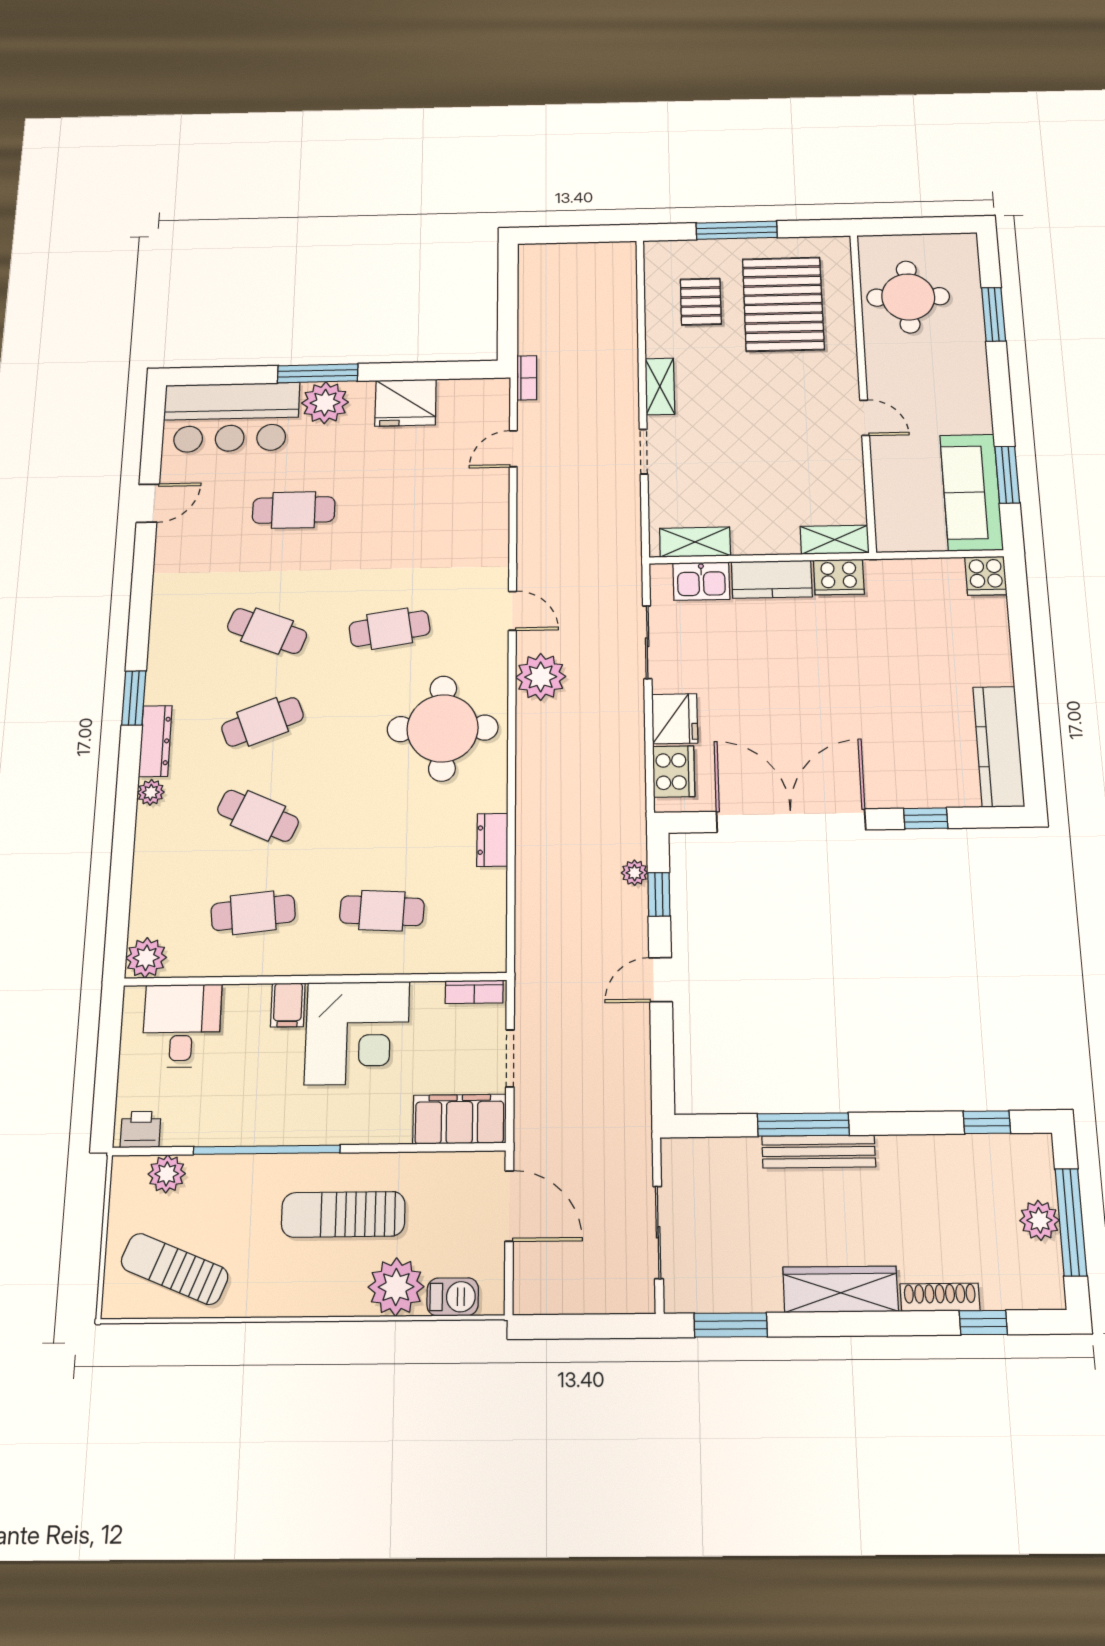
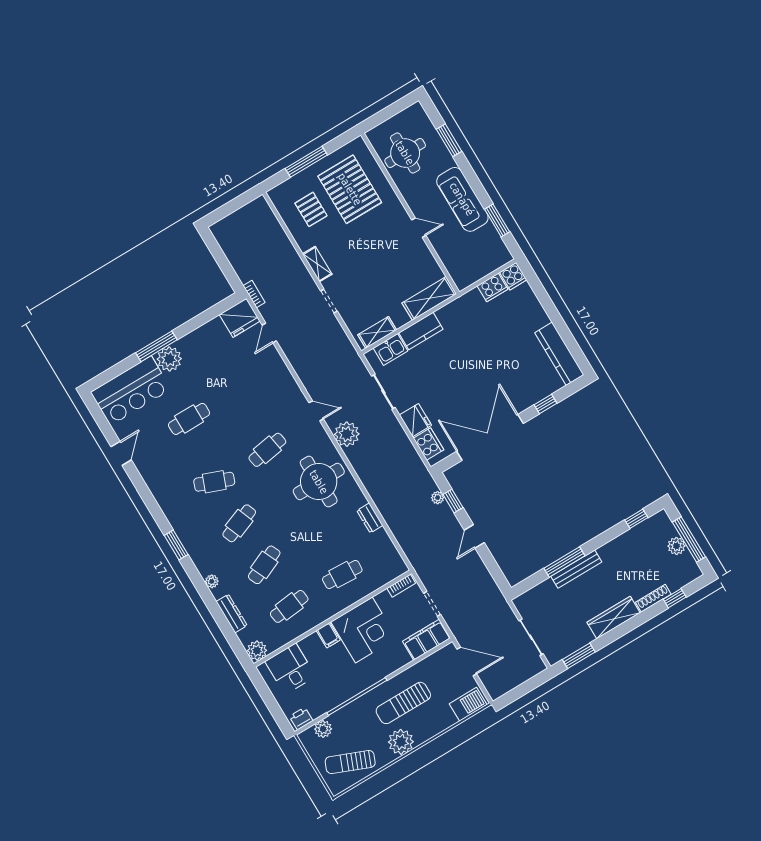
fridge: (406, 403) -> (240, 318), moved
sofa: (971, 492) -> (462, 199), moved
shelving: (835, 540) -> (429, 298), width x1.50, depth x1.33
cooker: (839, 577) -> (492, 287), moved
dresser: (155, 741) -> (232, 613), moved
cafe table: (258, 816) -> (264, 565), turned -48
plant: (396, 1287) -> (401, 742), moved
barbecue: (453, 1297) -> (468, 704), width x1.38, depth x1.27

